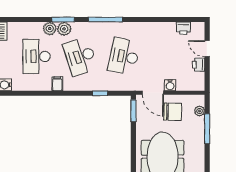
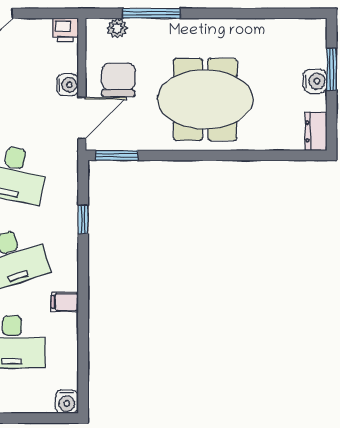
printer: (199, 65) -> (65, 30), moved

